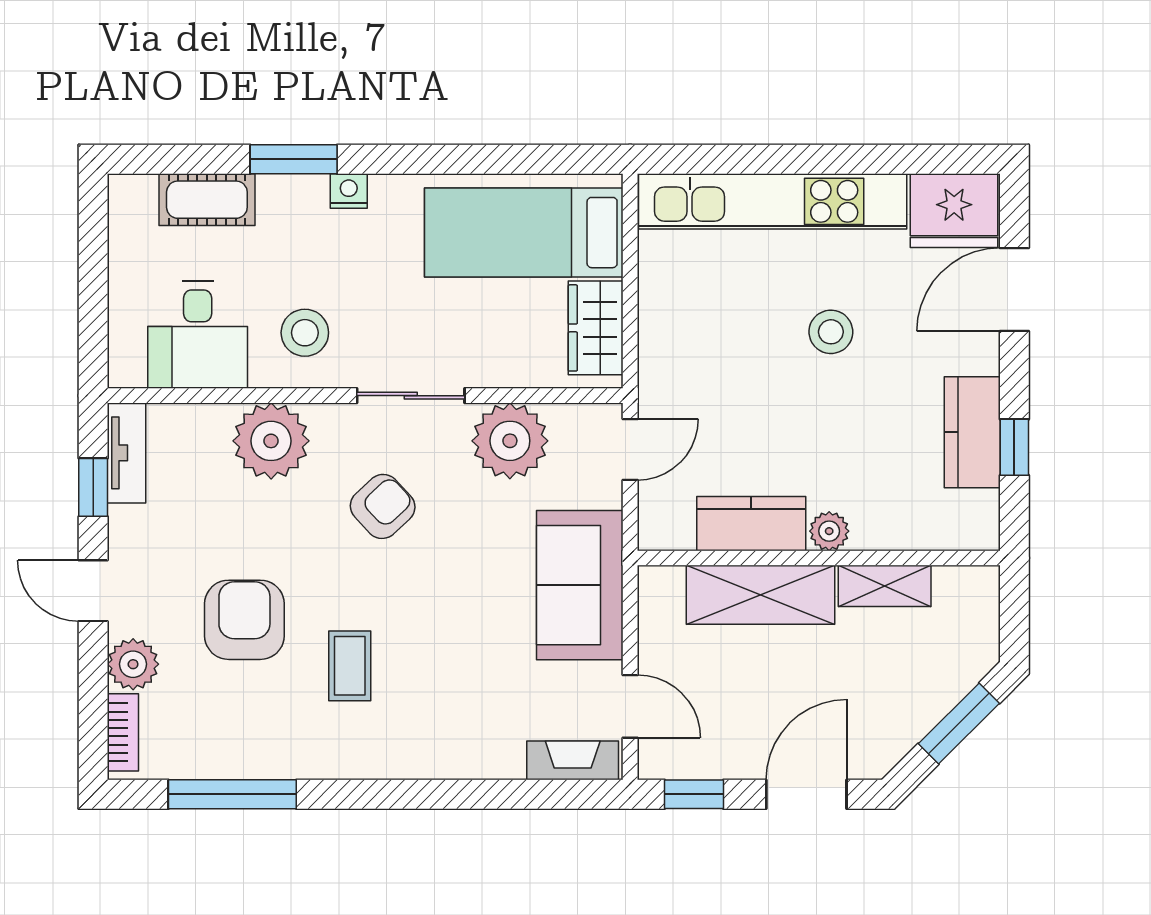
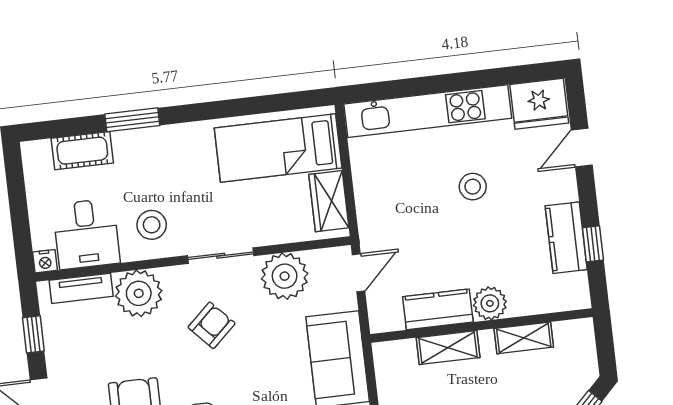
nightstand: (349, 191) -> (45, 261), moved, turned 180
door: (1014, 290) -> (582, 148), width x0.73
tv unit: (127, 453) -> (81, 288), moved, turned 90
plant: (829, 531) -> (490, 303), width x1.38, depth x1.38
shelving: (761, 595) -> (448, 348), width x0.67, depth x0.75

